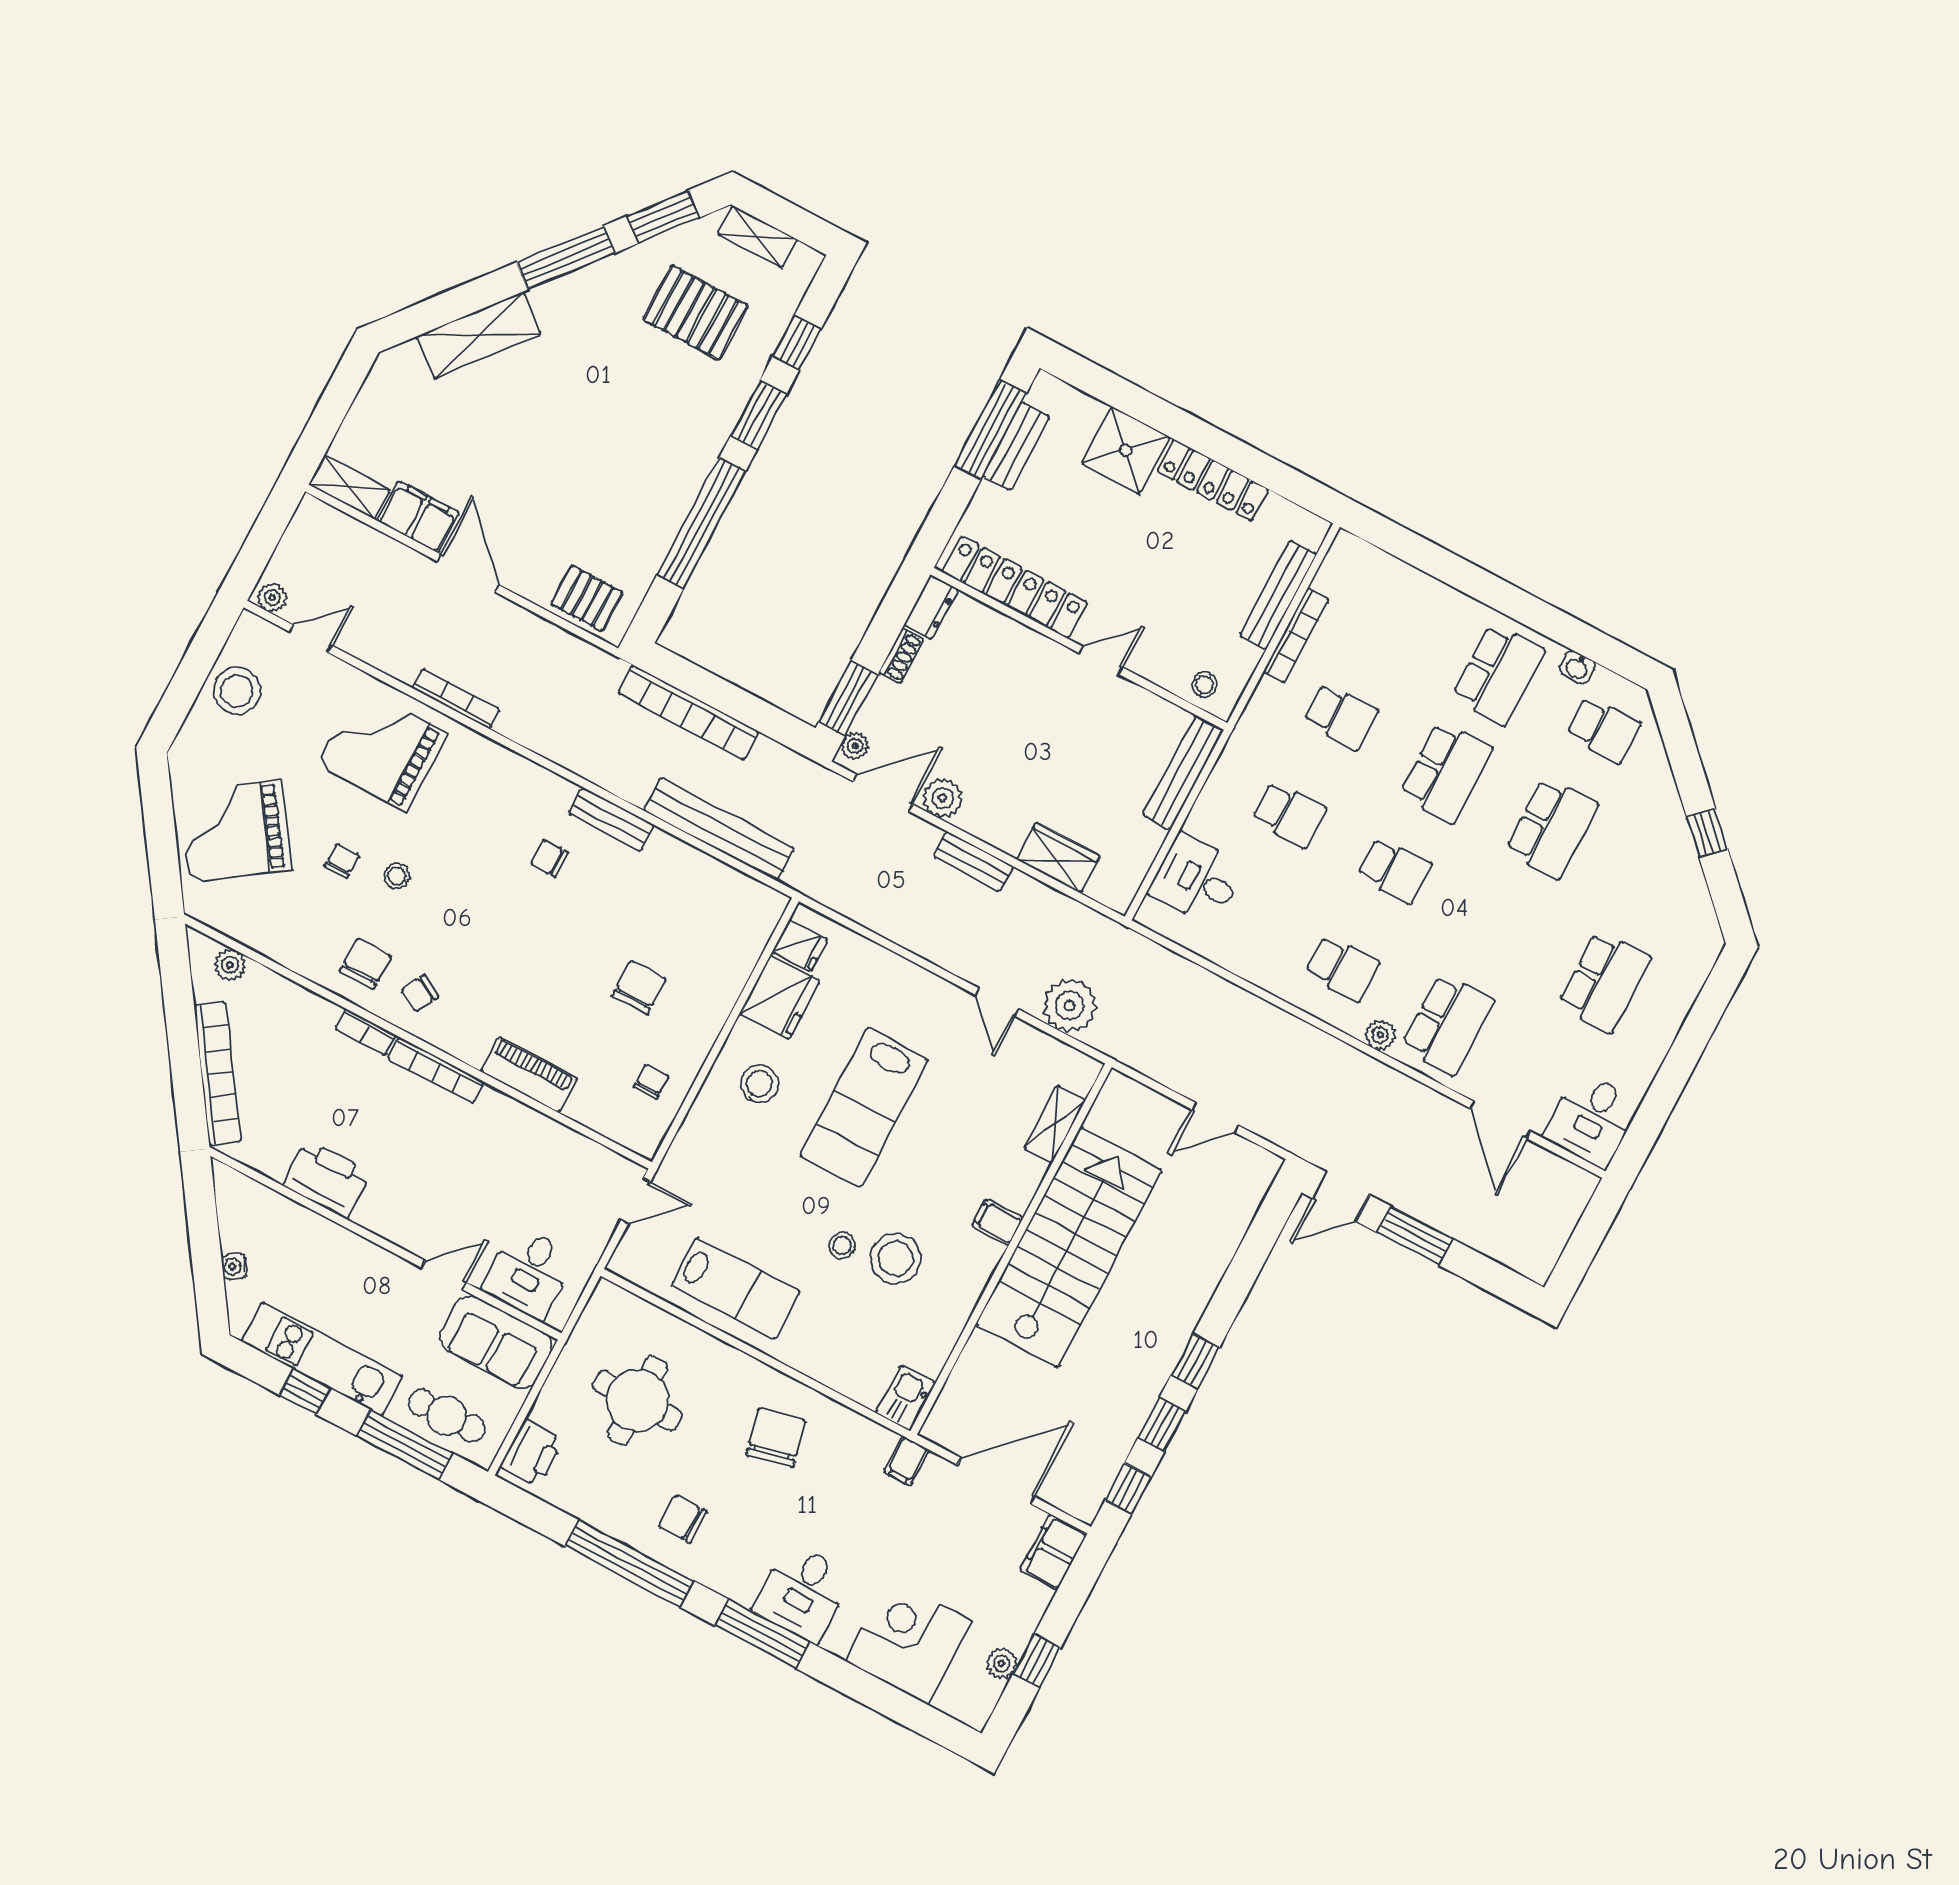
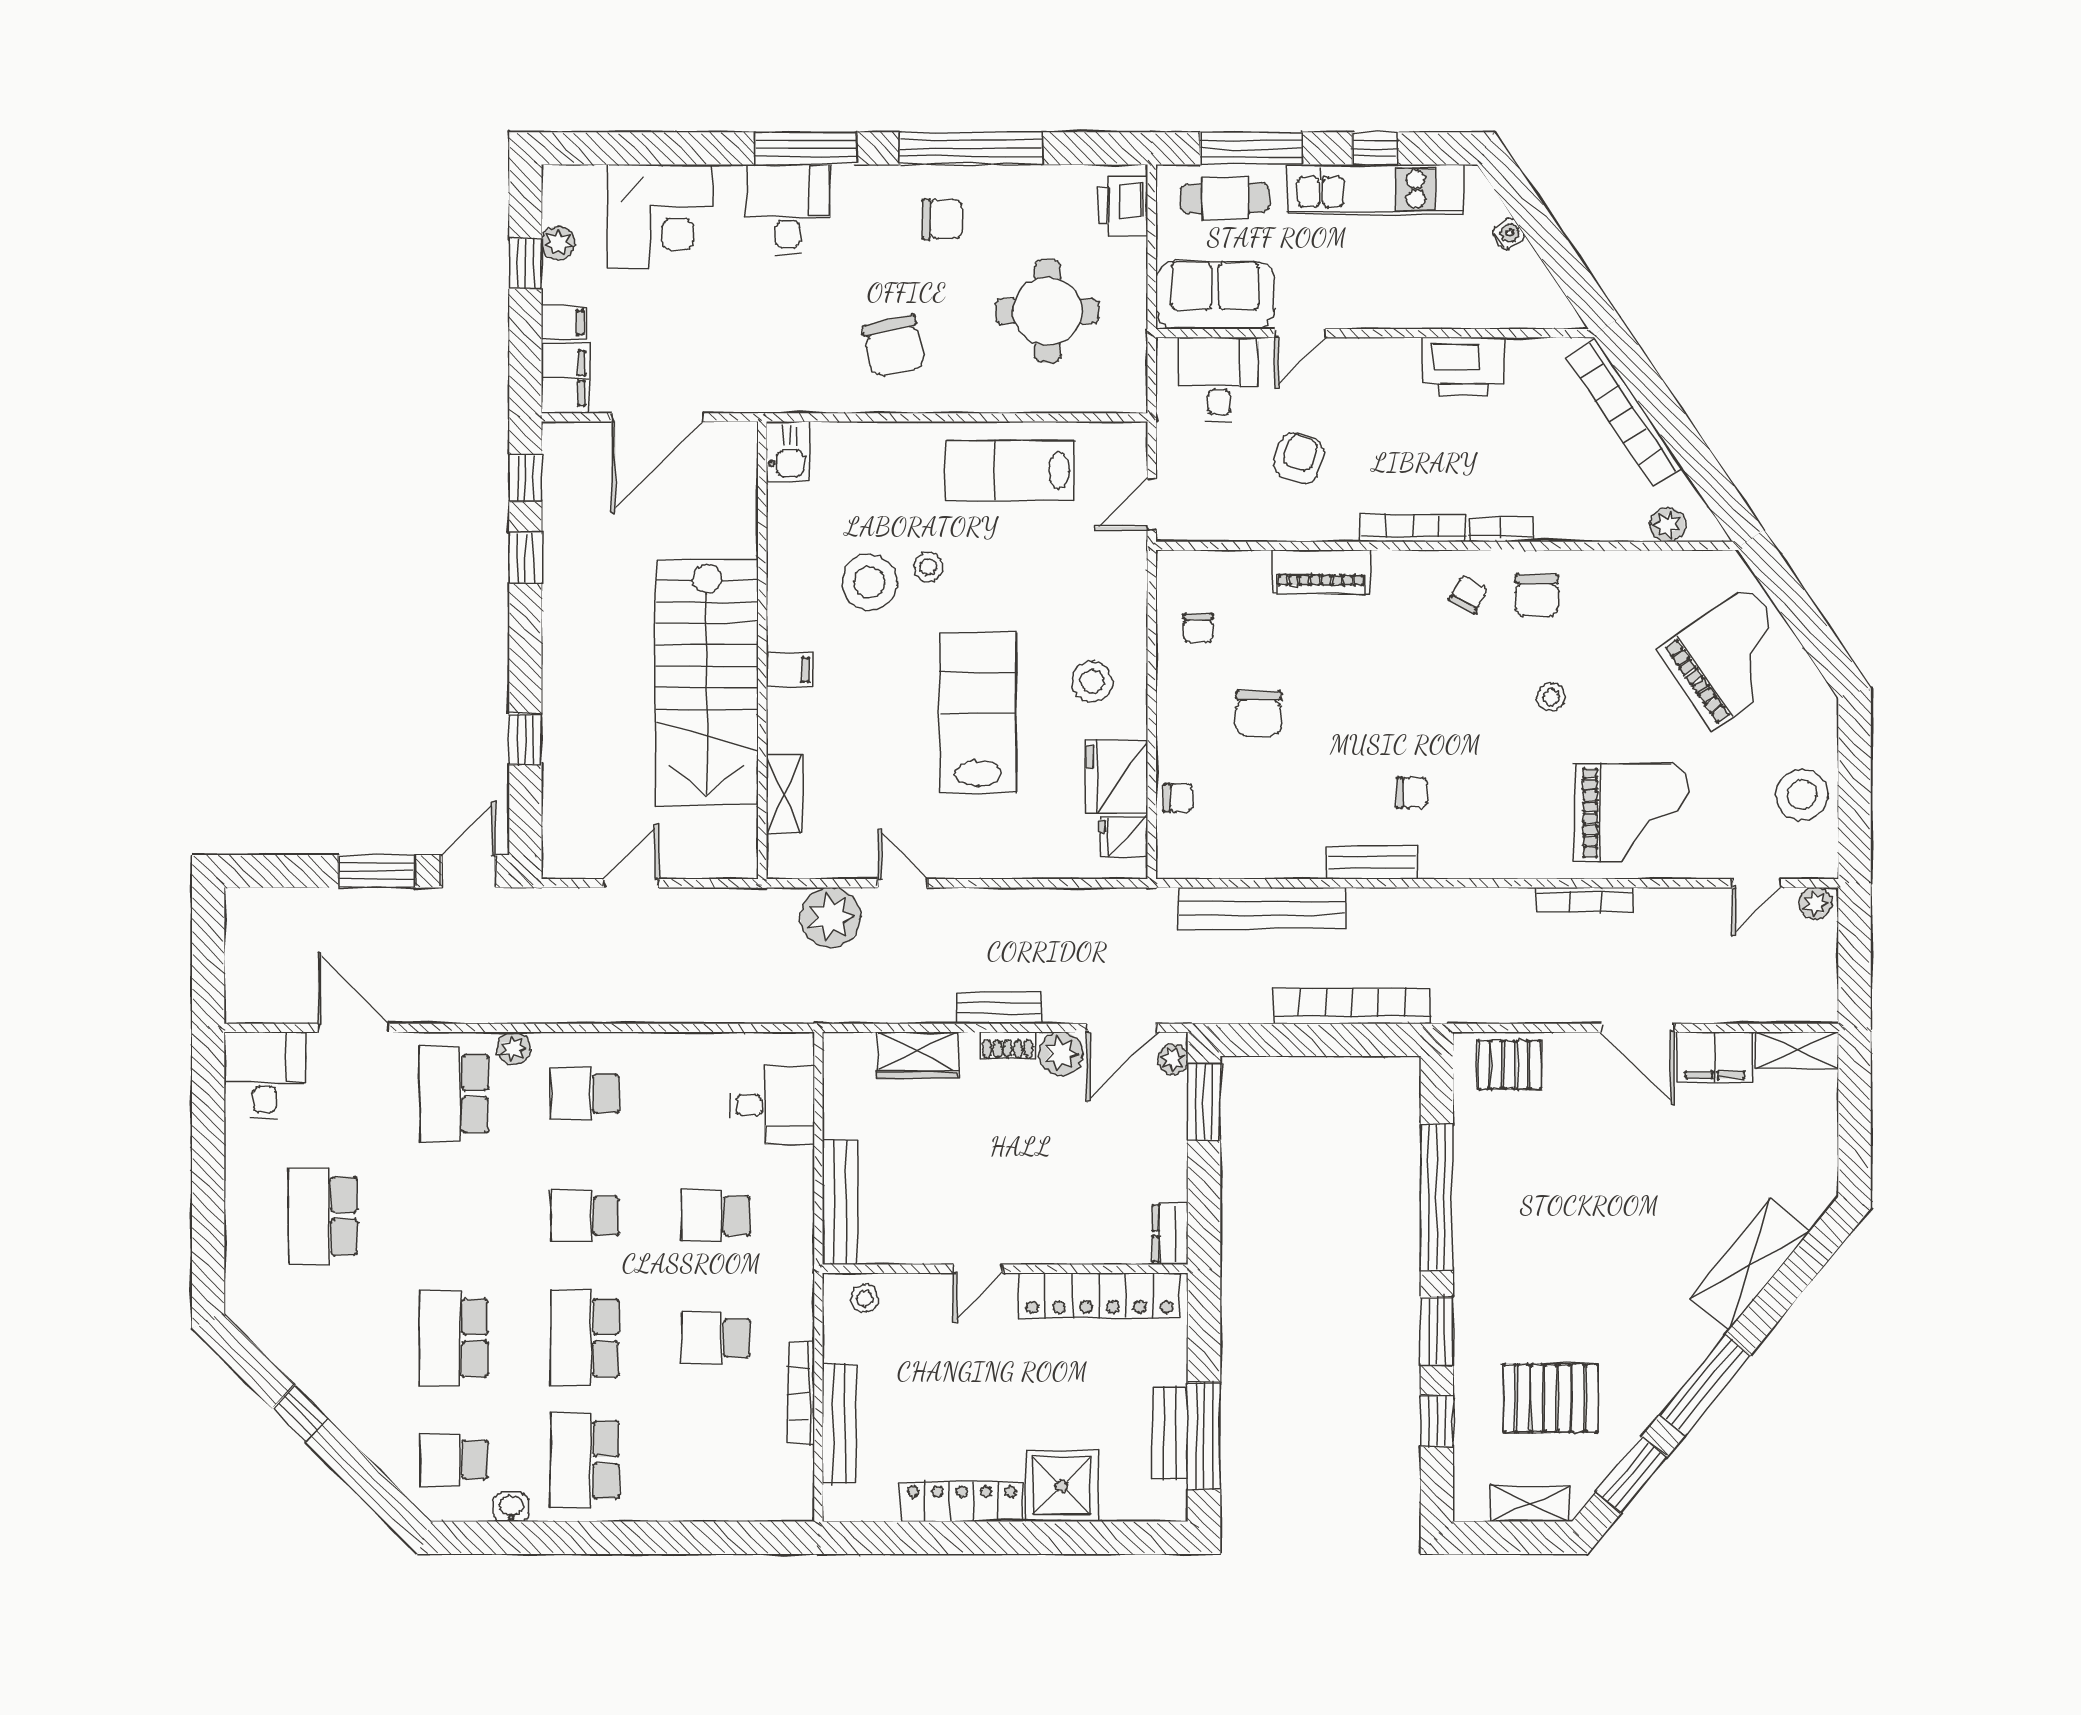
shoe rack: (901, 656) -> (1008, 1045), moved, turned -90
chair: (342, 861) -> (1178, 798), moved, turned -90
armchair: (498, 1175) -> (1299, 458), added
window: (1195, 1361) -> (525, 739), moved
filing cabinet: (907, 1461) -> (564, 322), moved, turned 90

